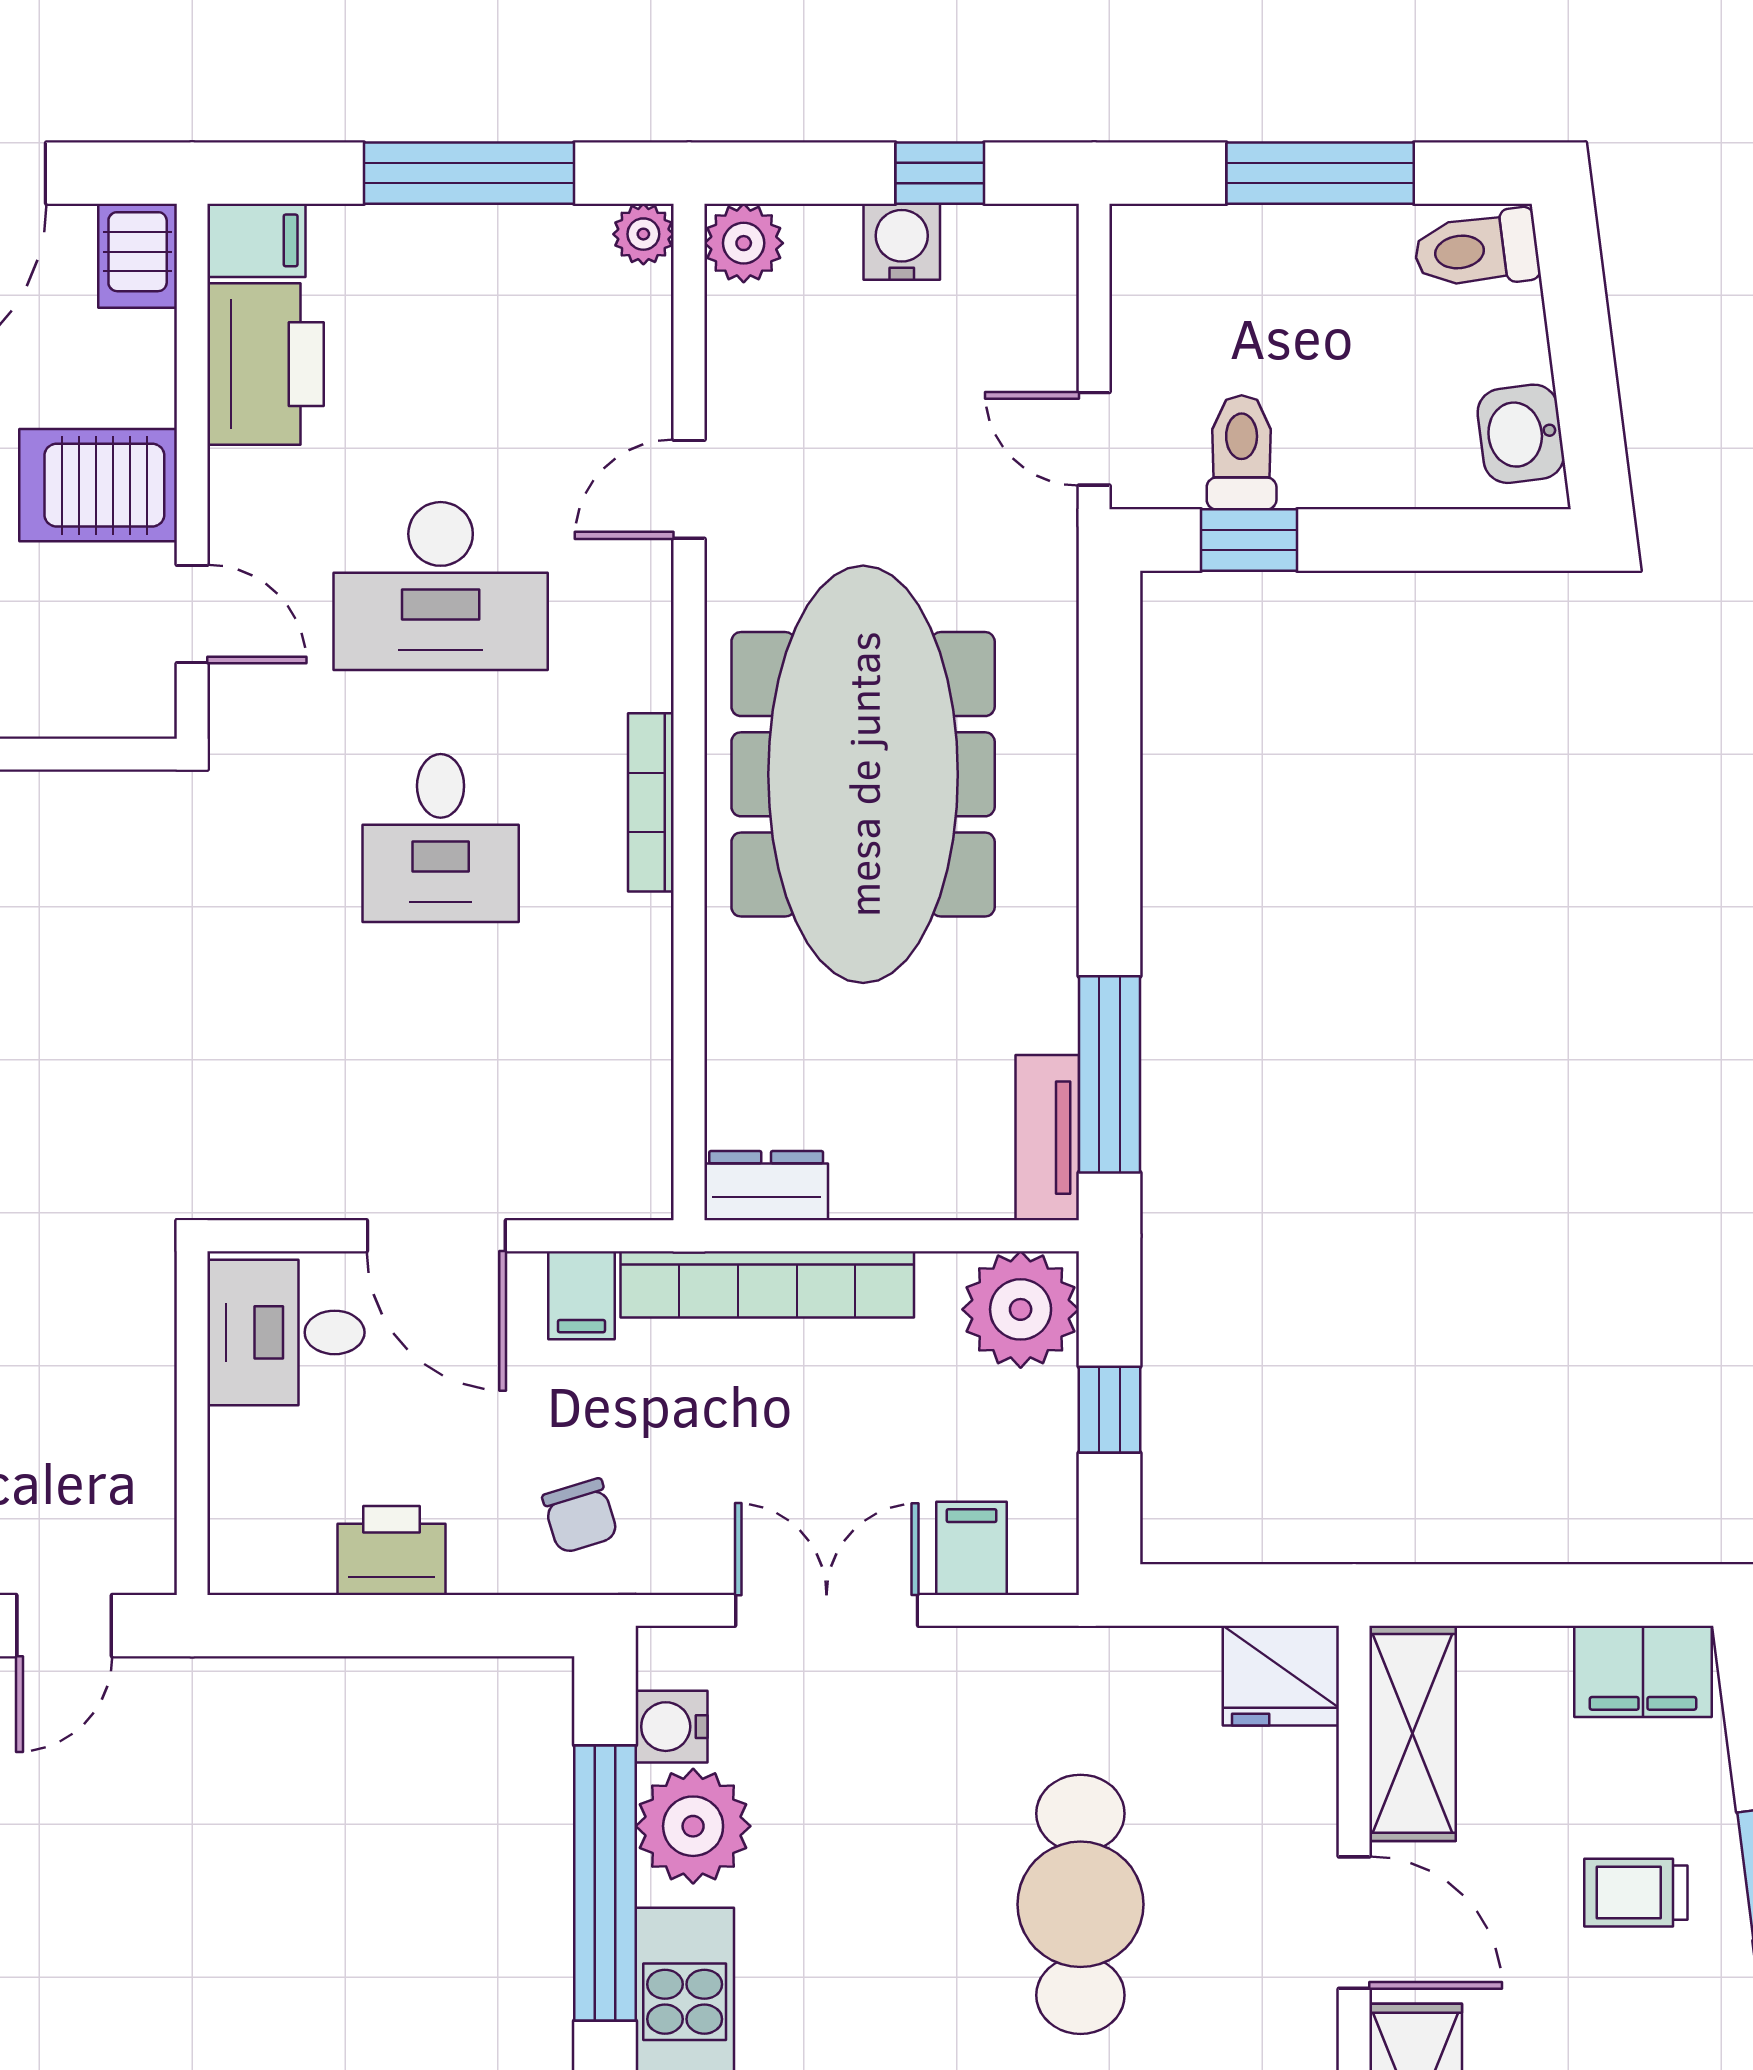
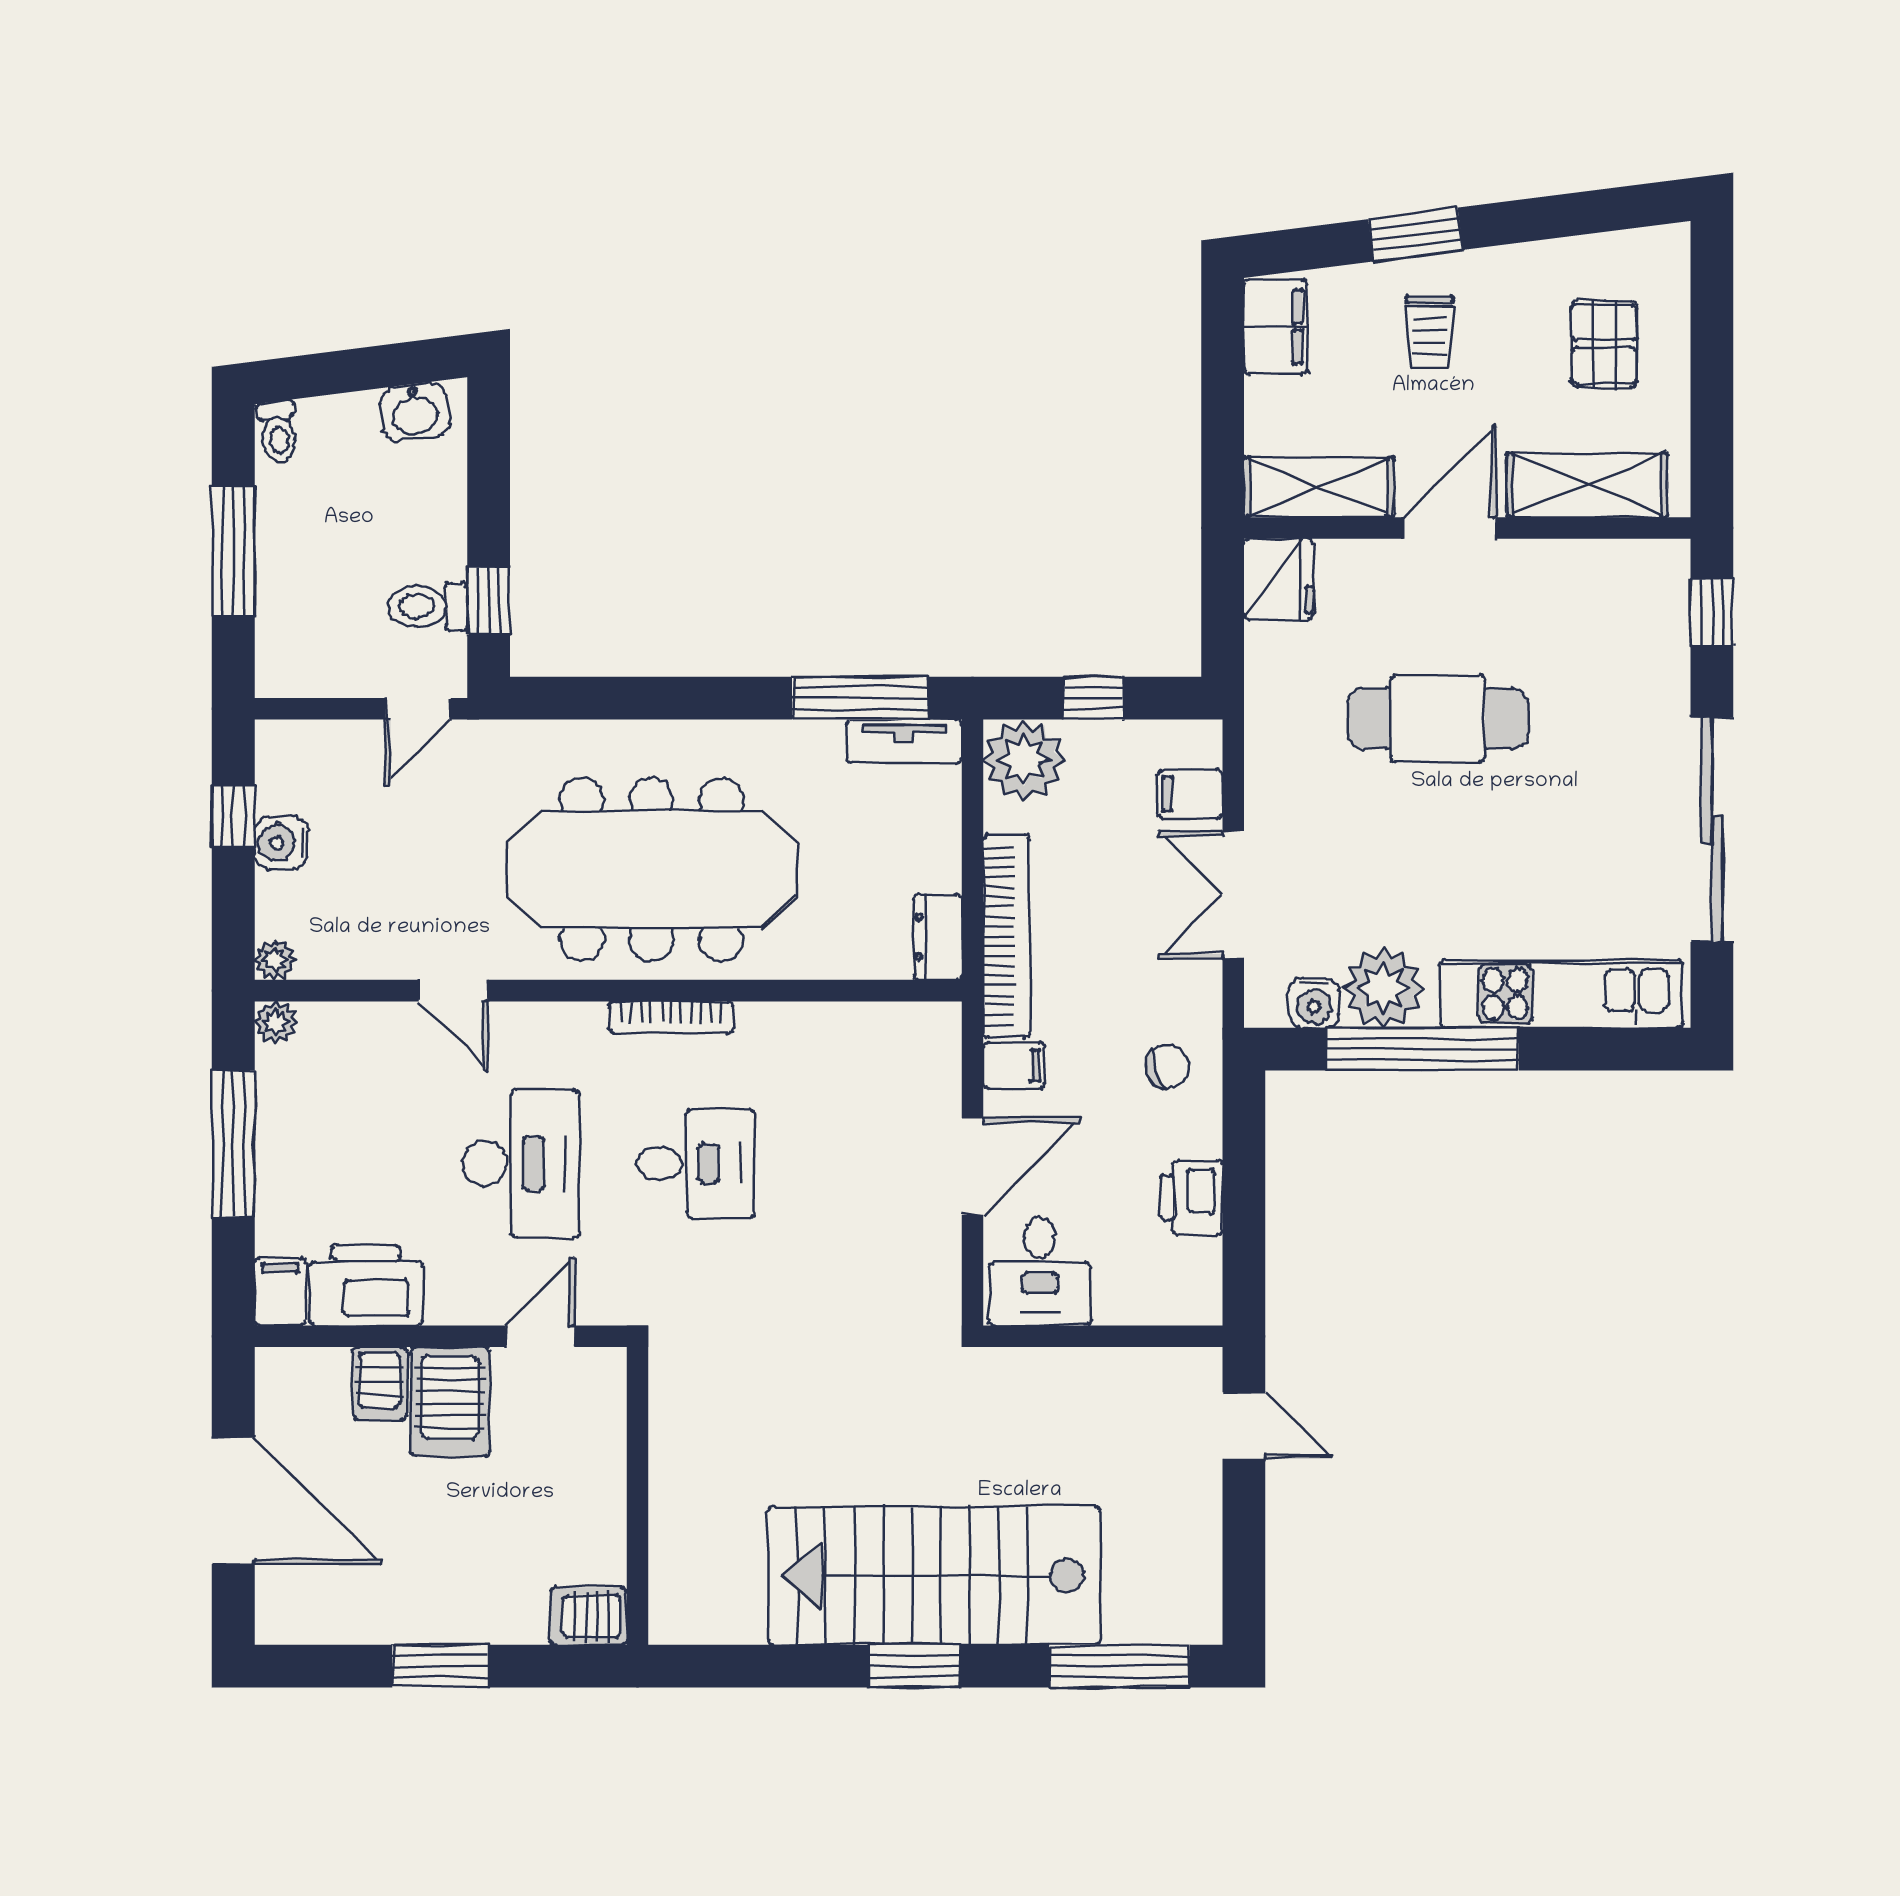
plant: (744, 243) -> (274, 960), width x0.73, depth x0.73
toilet: (1476, 250) -> (278, 432), width x0.73, depth x0.72
server rack: (138, 256) -> (380, 1383), moved, turned 90

